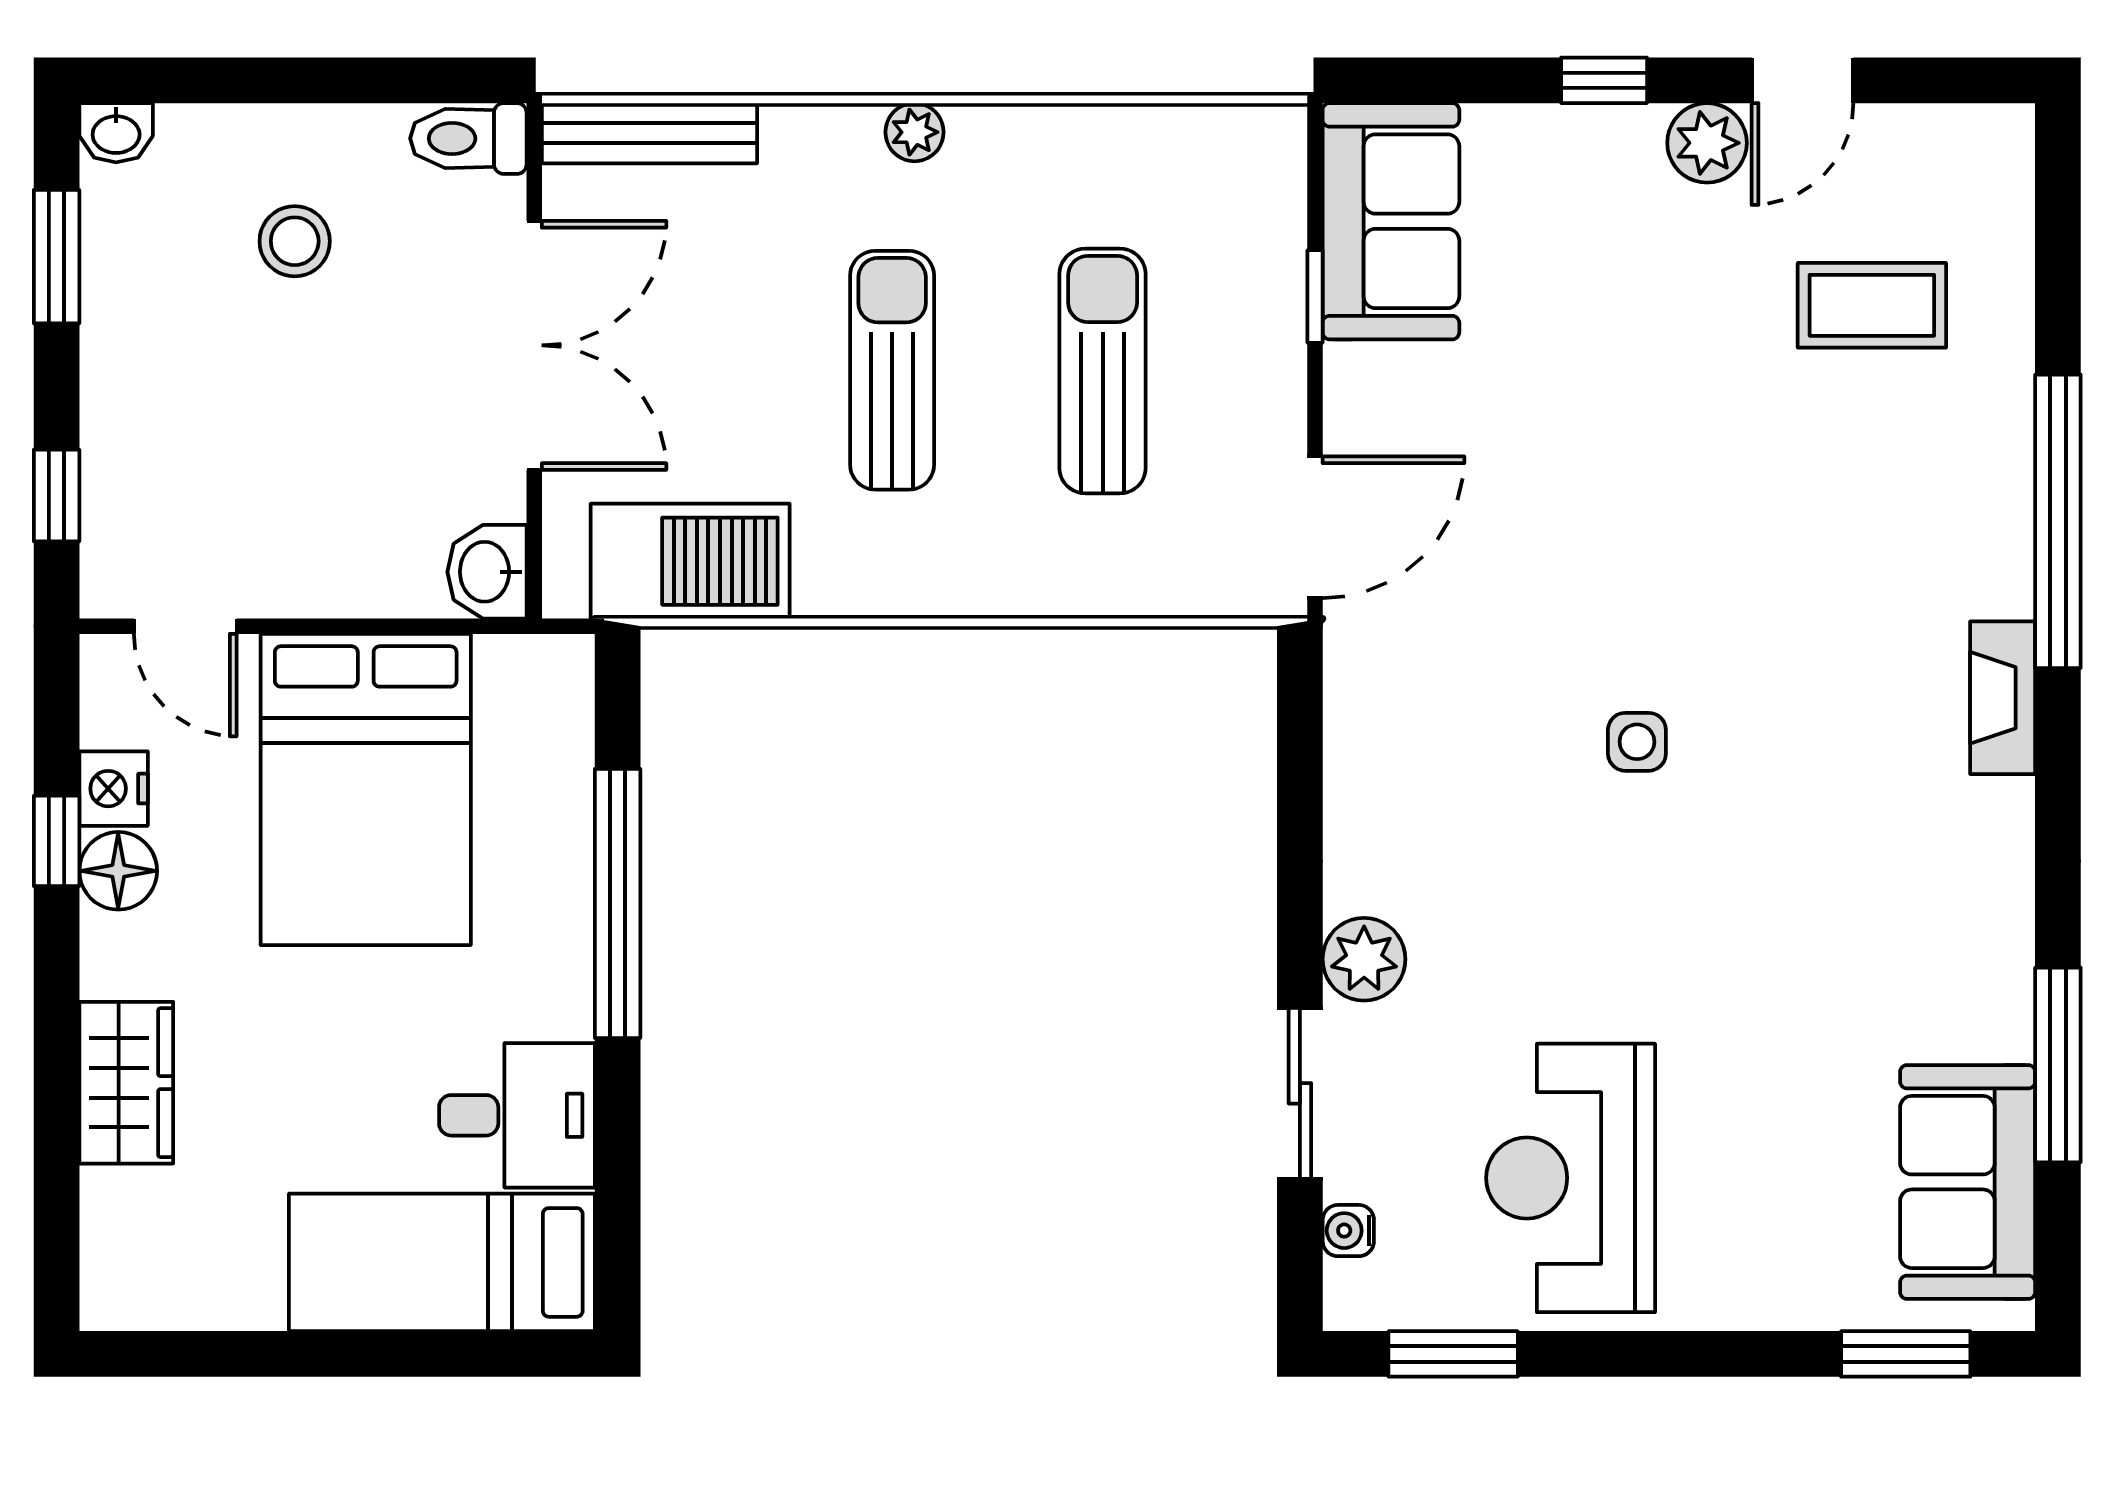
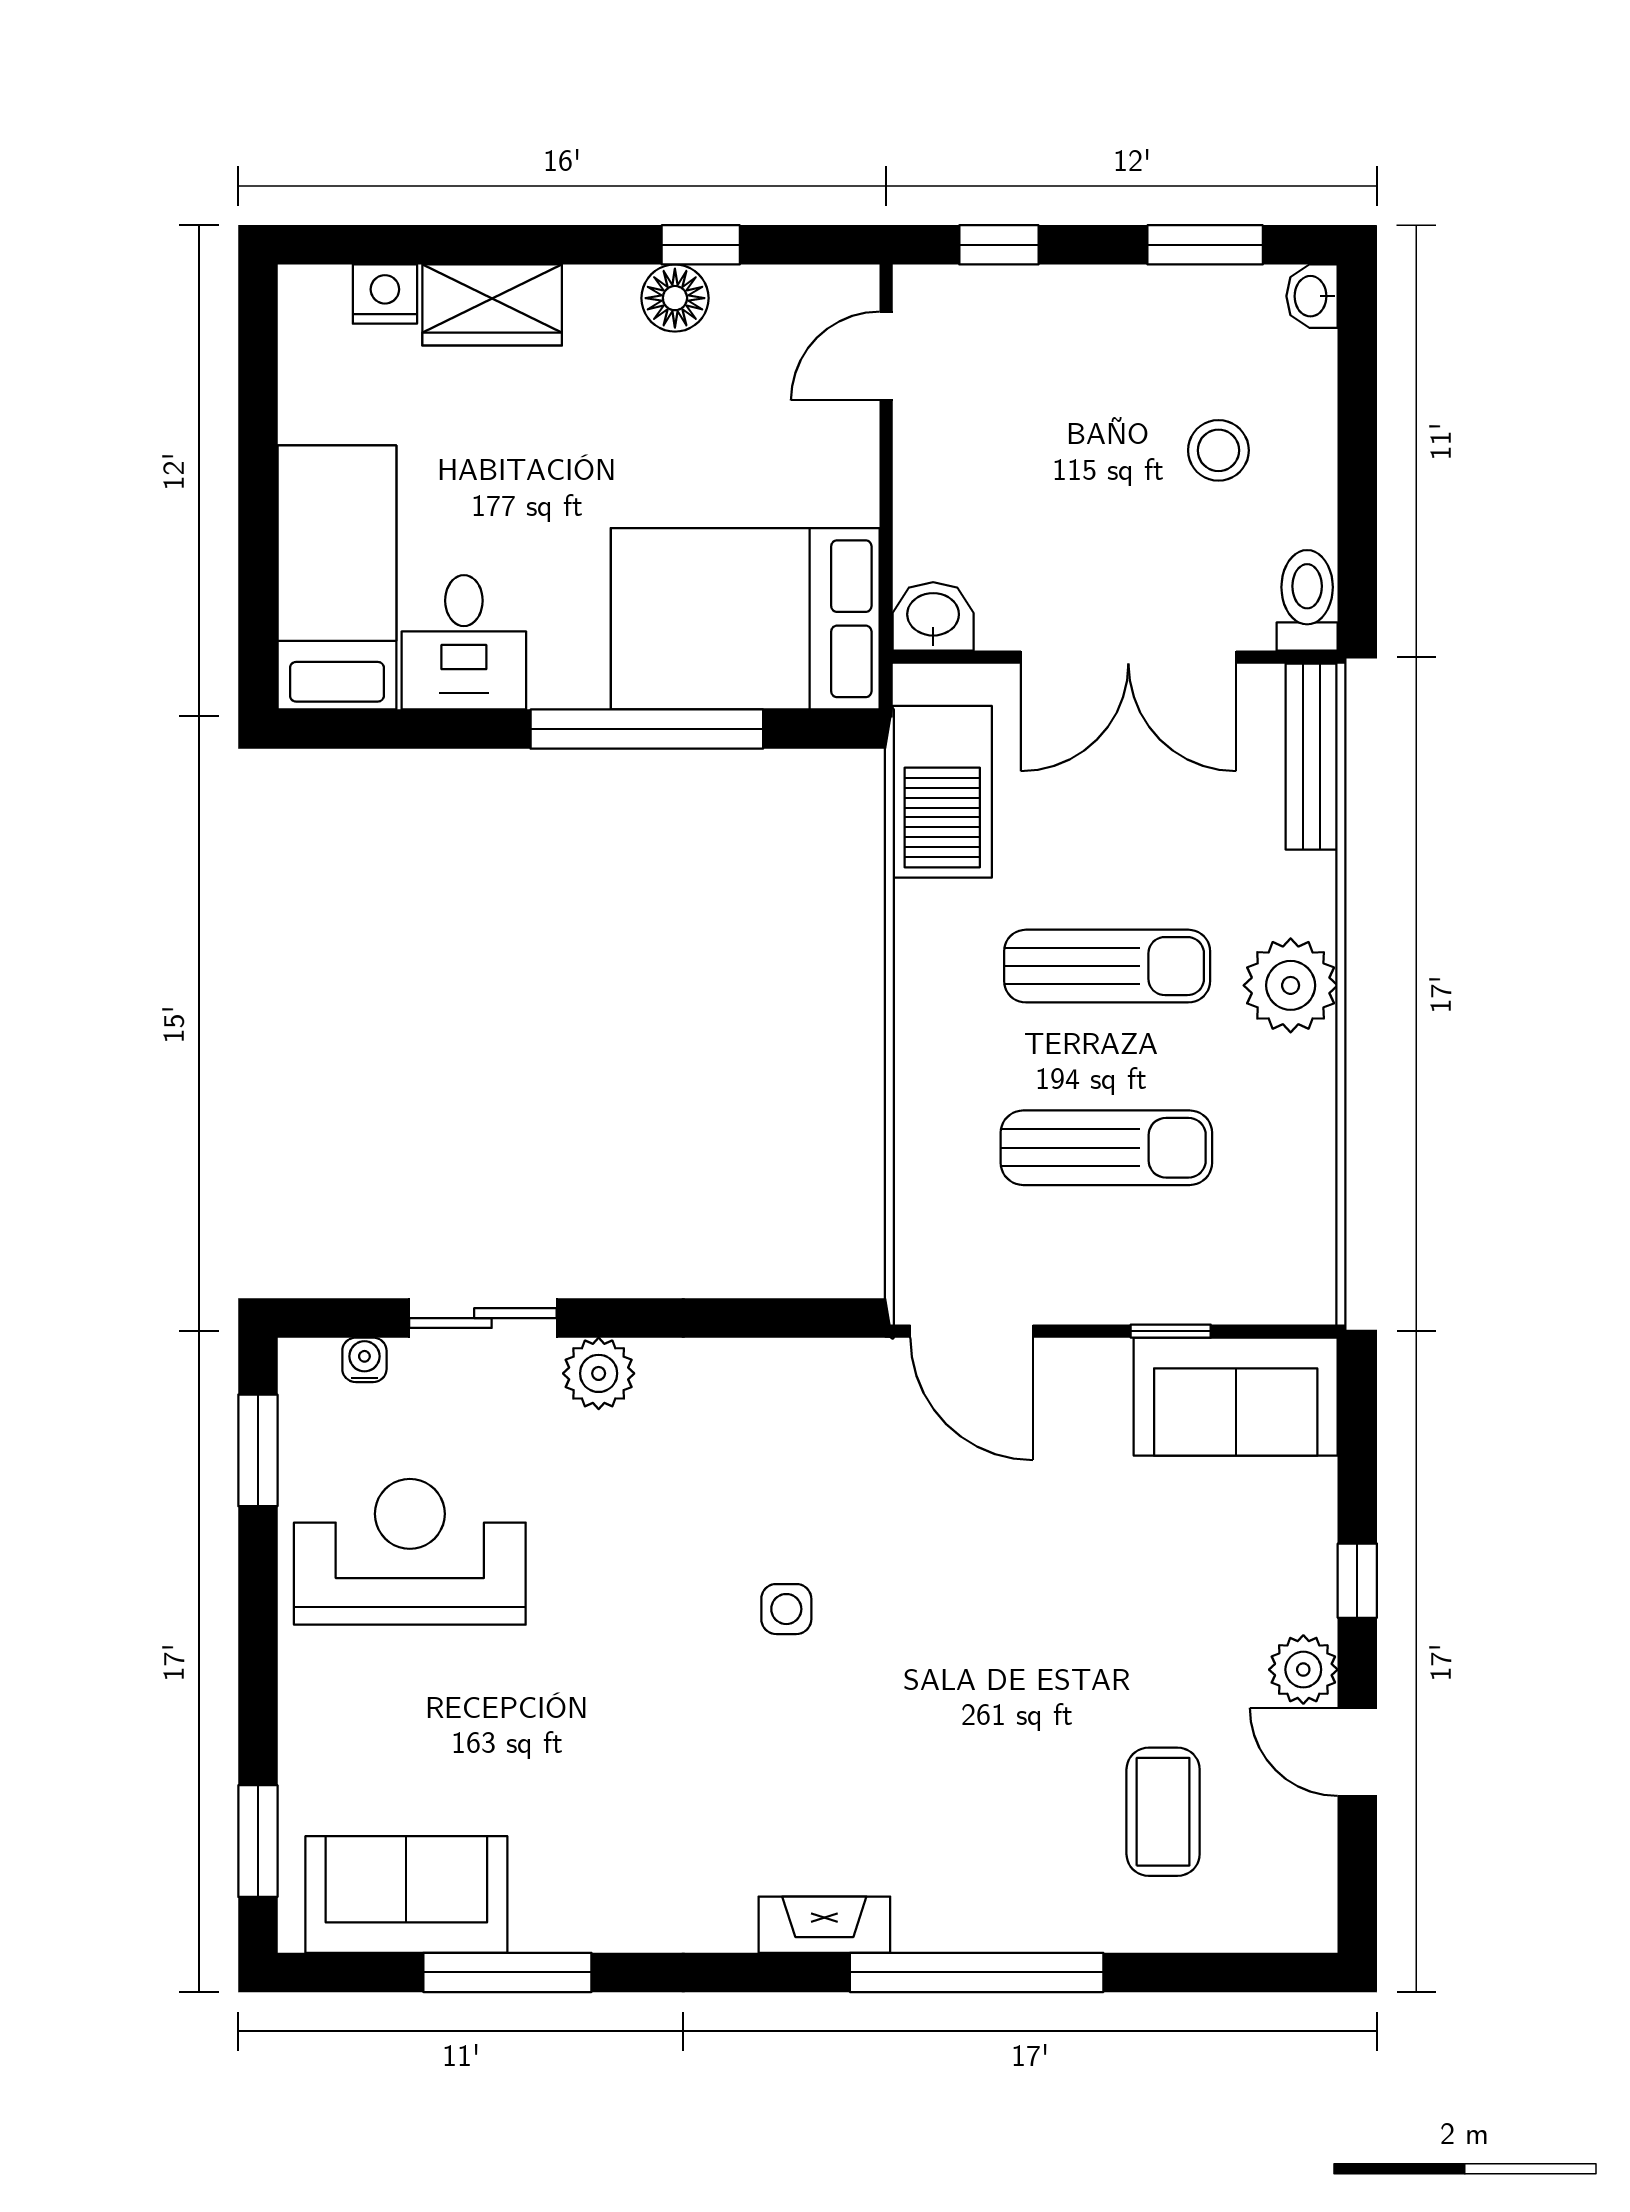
plant: (914, 132) -> (1291, 985), width x1.87, depth x1.87
nightstand: (114, 789) -> (385, 294), moved
bed: (366, 789) -> (745, 619), moved

